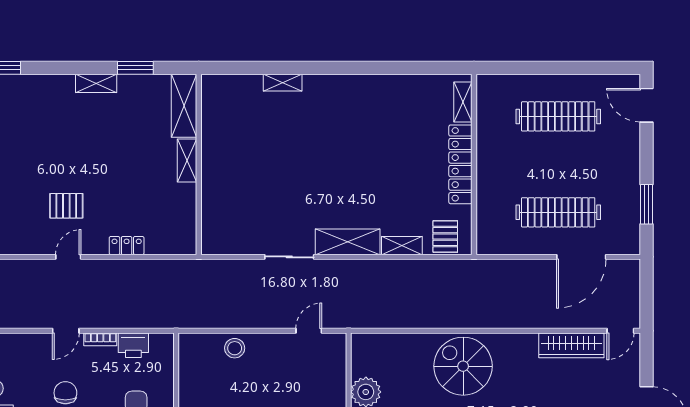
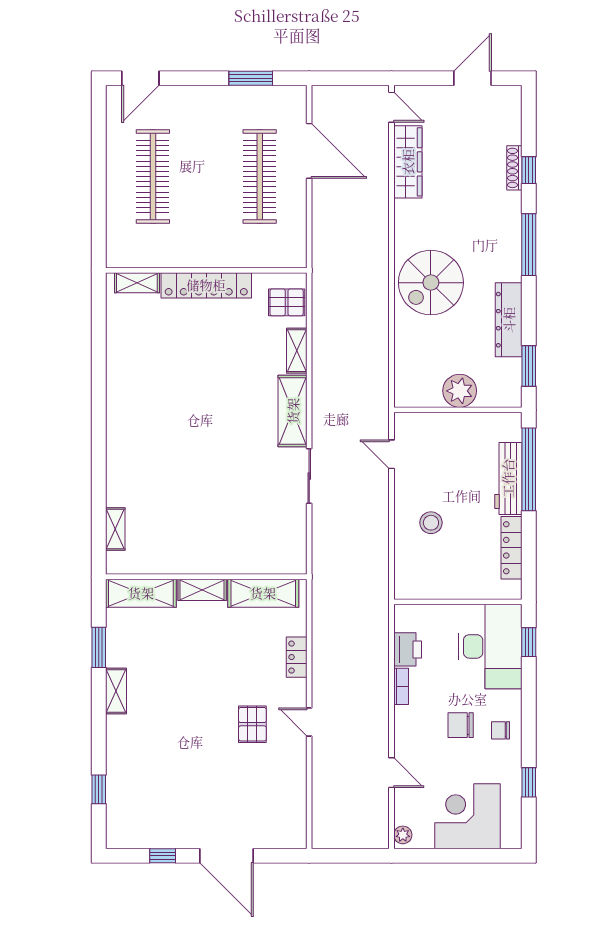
shelving: (283, 83) -> (115, 529), moved
shelving: (184, 216) -> (263, 593), added
door: (66, 331) -> (392, 773), moved
stool: (235, 348) -> (431, 523), moved

